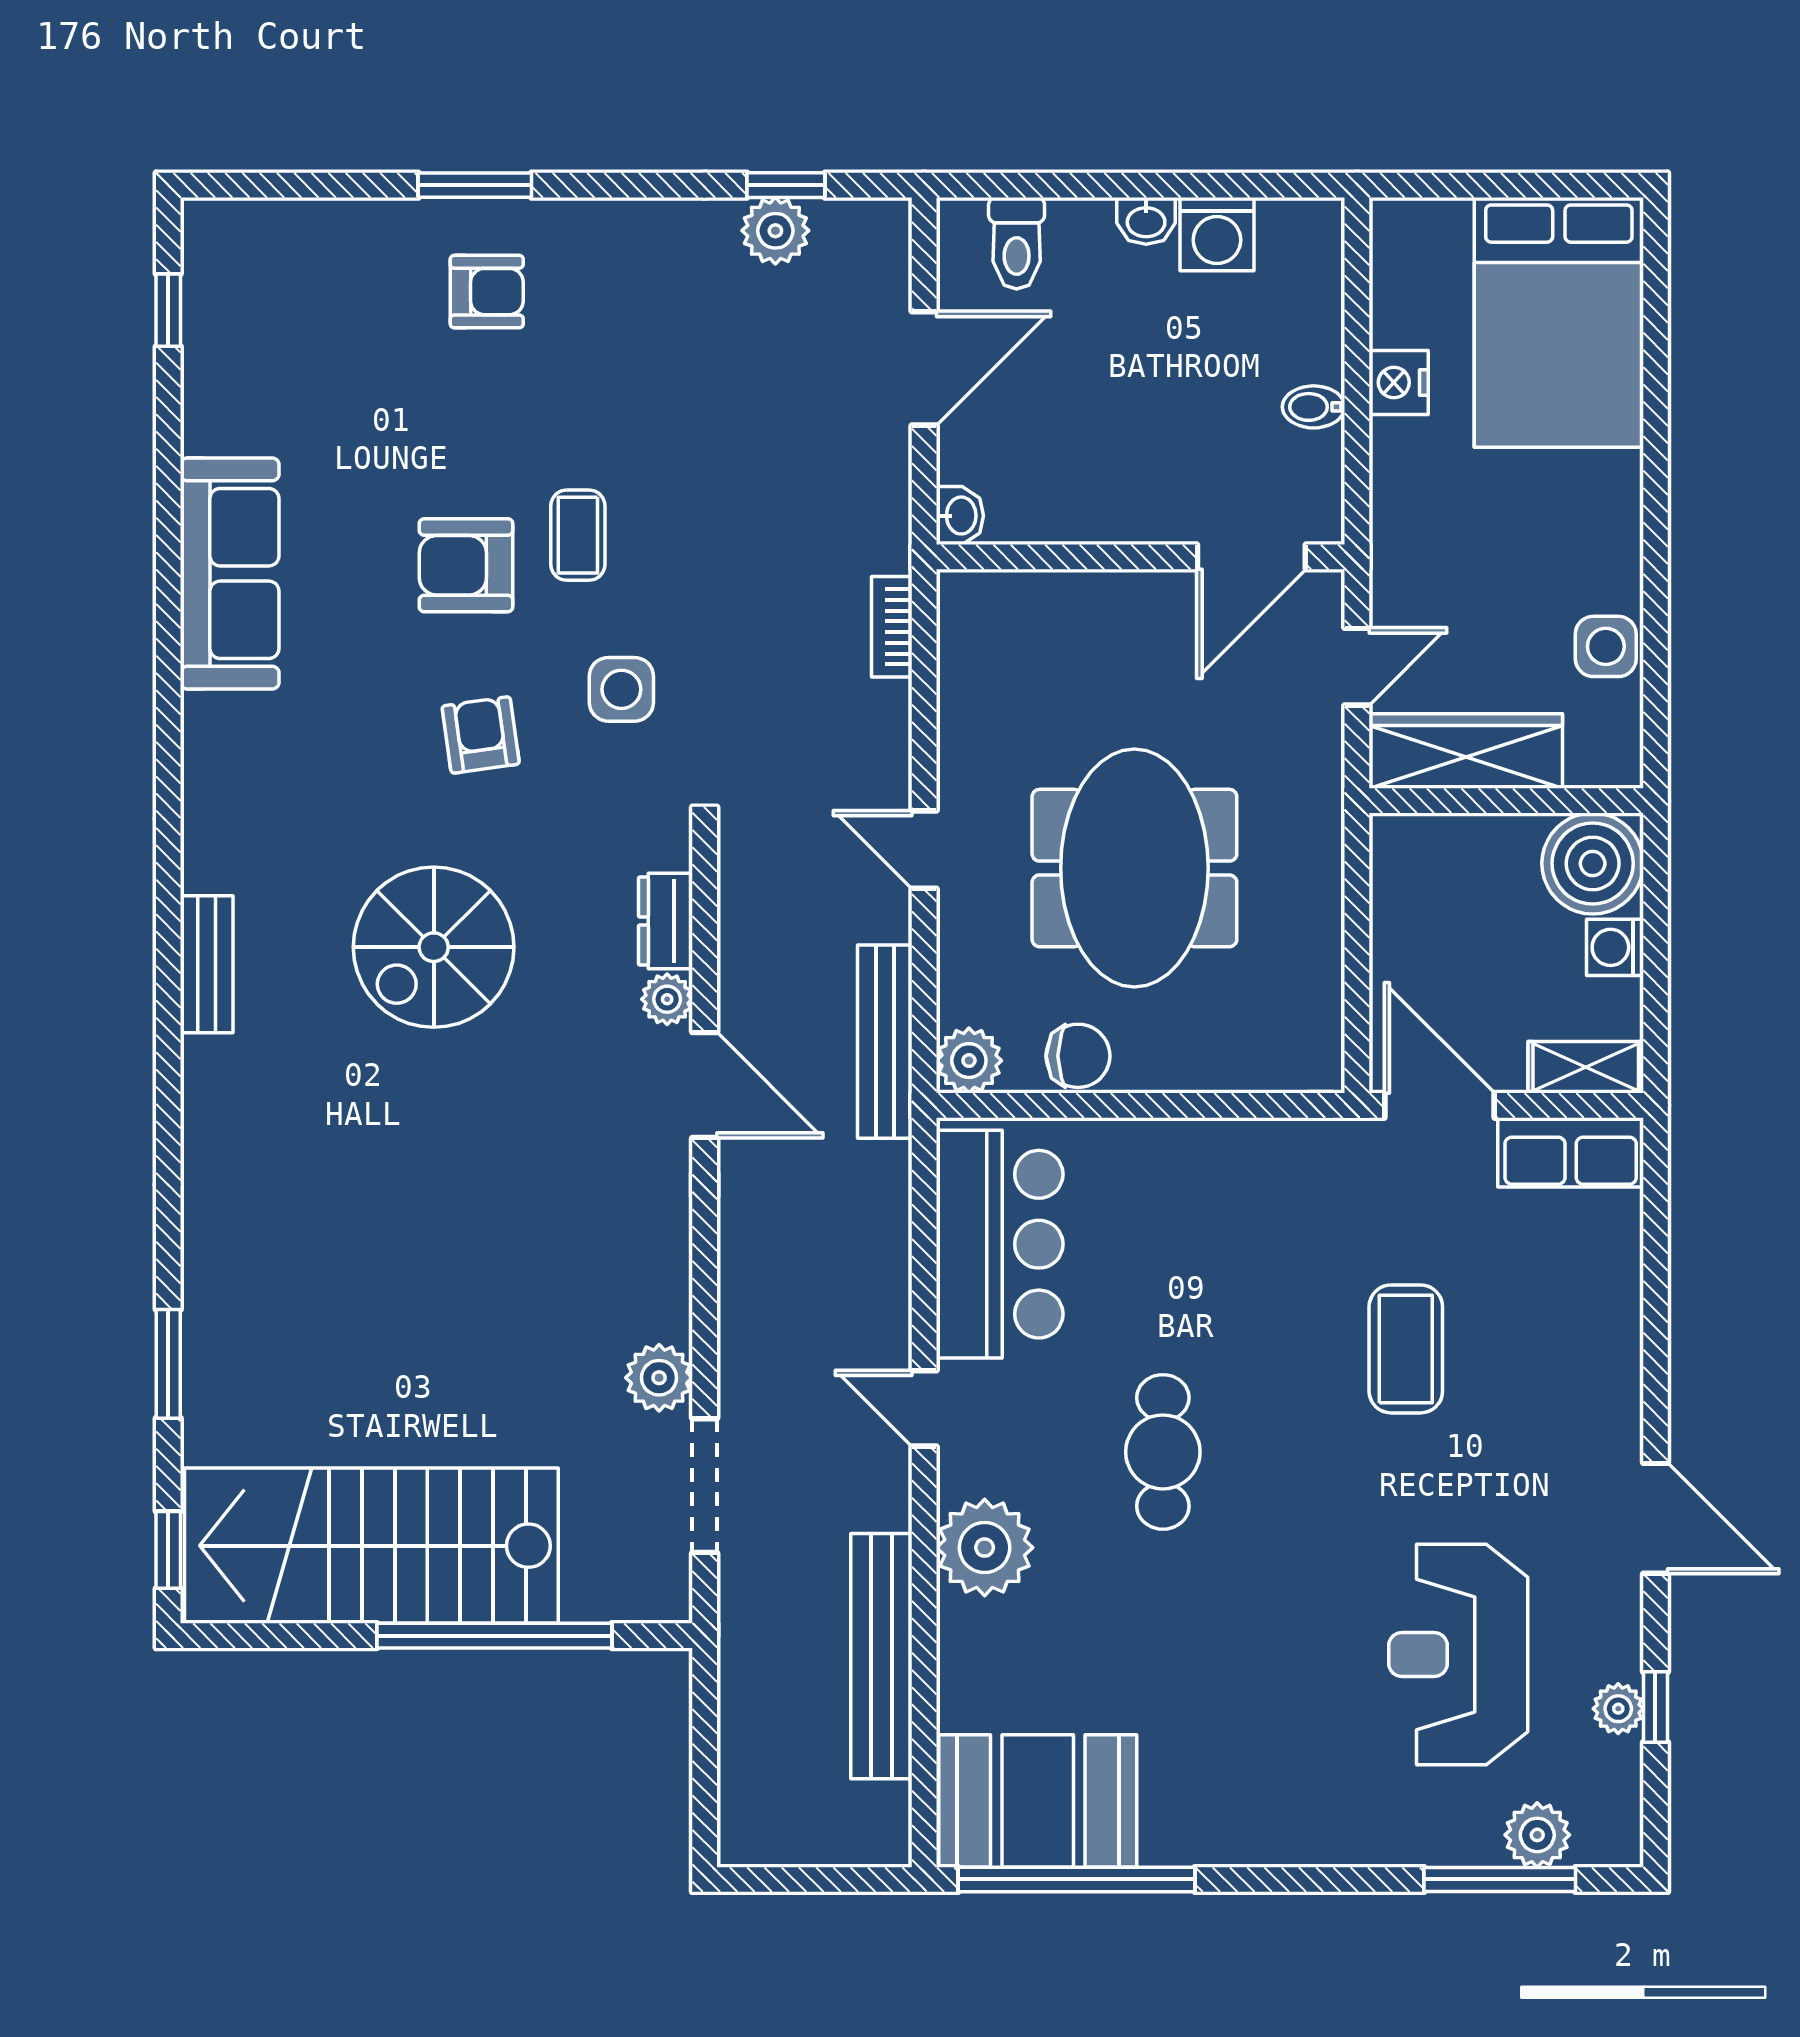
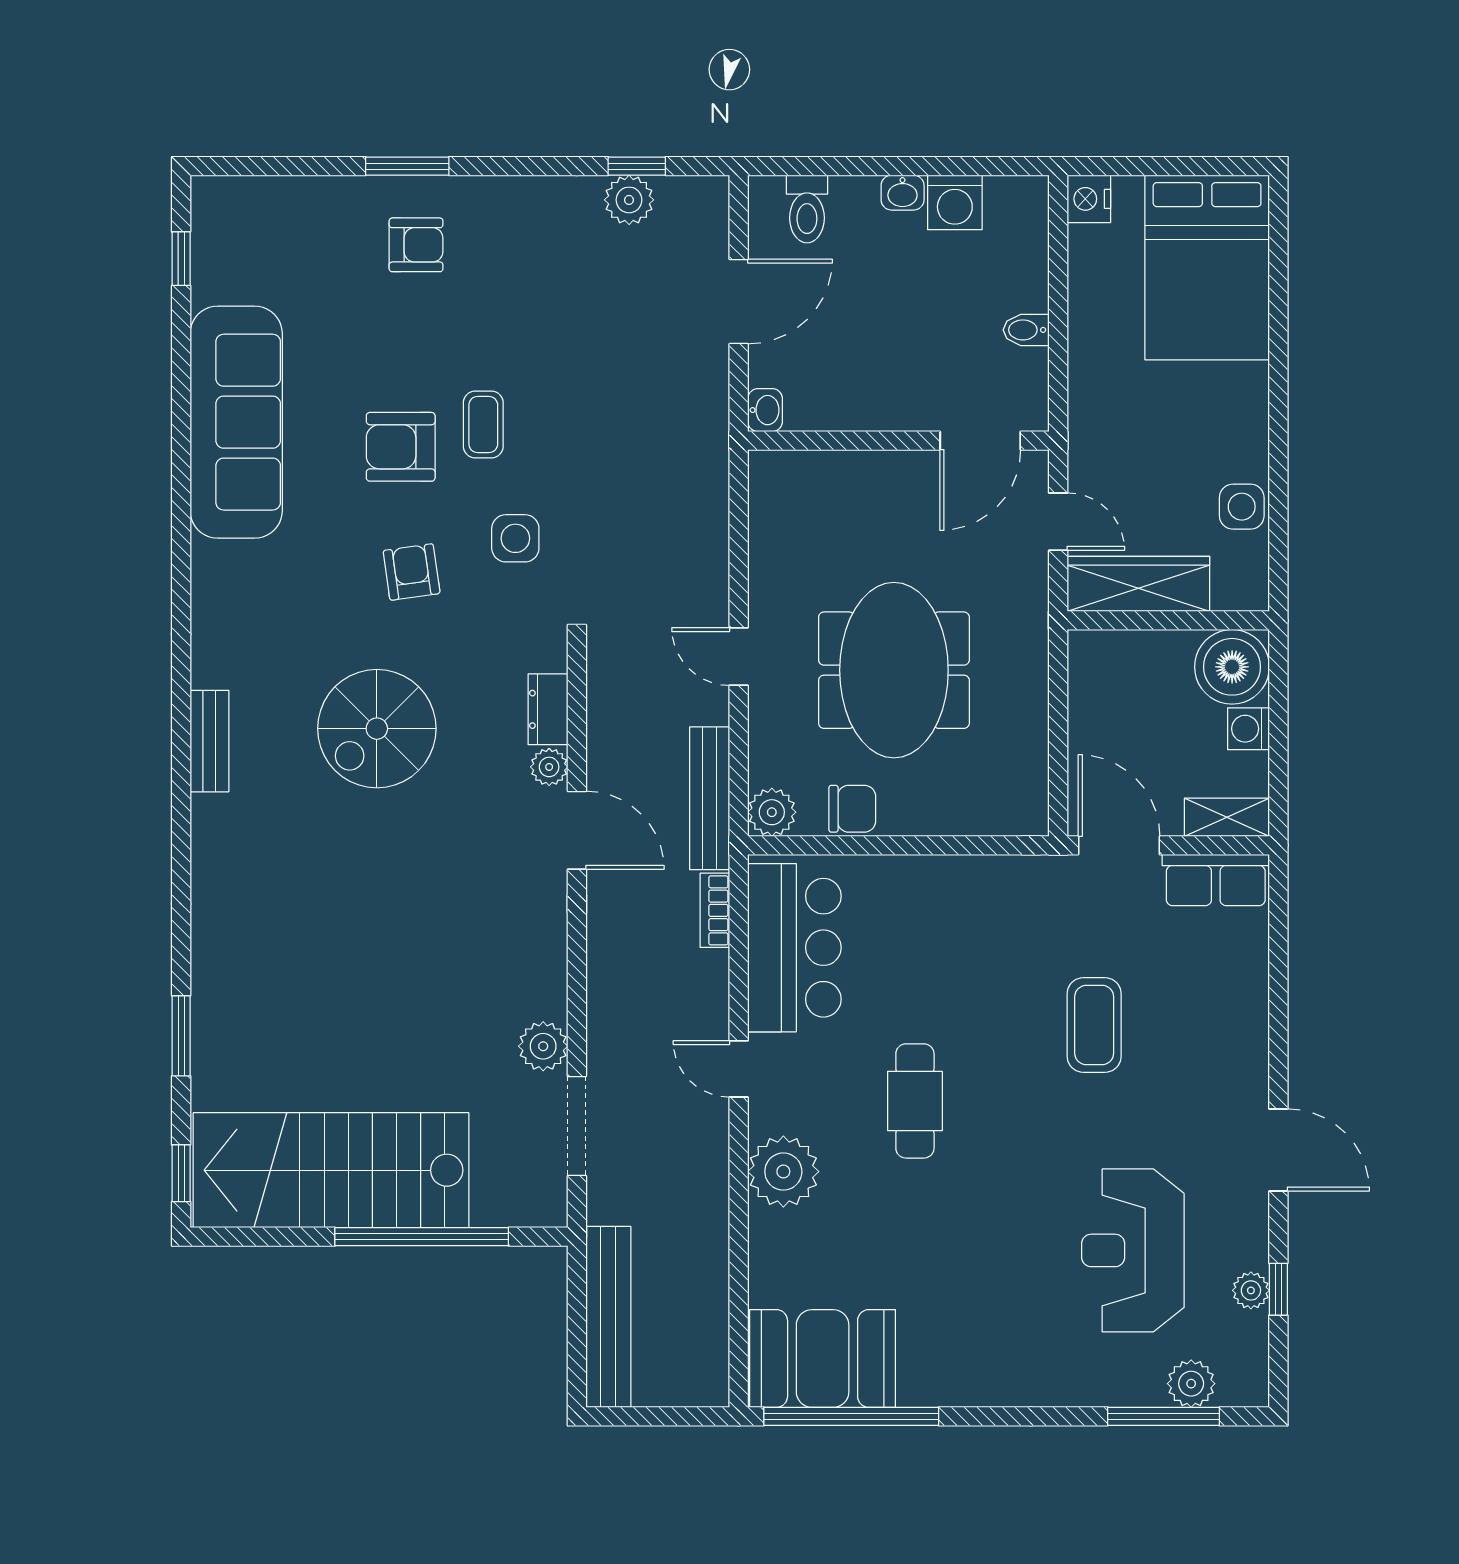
nightstand: (1399, 382) -> (1089, 199), moved
sofa: (230, 574) -> (236, 422), width x1.36, depth x1.27
bookcase: (892, 627) -> (715, 910), moved
door: (1357, 667) -> (1058, 522), hinge flipped
bench: (881, 1656) -> (608, 1317), moved

